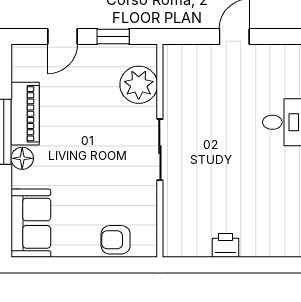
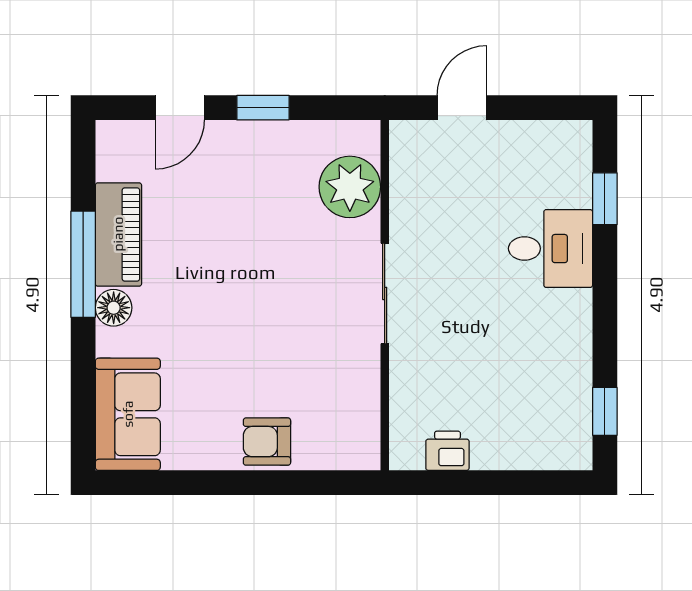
plant: (139, 85) -> (350, 187), moved
sliding door: (160, 150) -> (385, 293), moved
wall: (160, 151) -> (385, 295), moved

